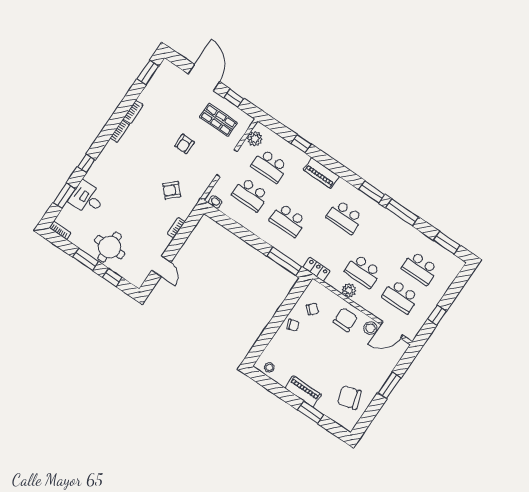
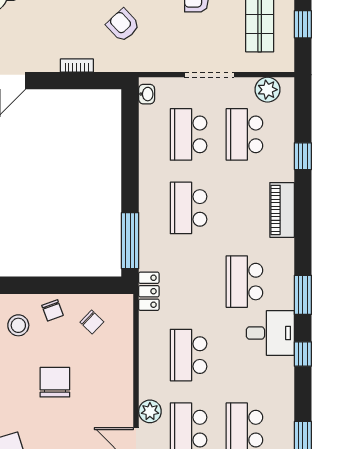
window: (402, 212) -> (303, 354), width x0.46
desk: (380, 222) -> (270, 333), added
plant: (349, 290) -> (150, 411), moved
chair: (345, 320) -> (55, 382), moved, turned -90
stool: (370, 328) -> (18, 325), moved

